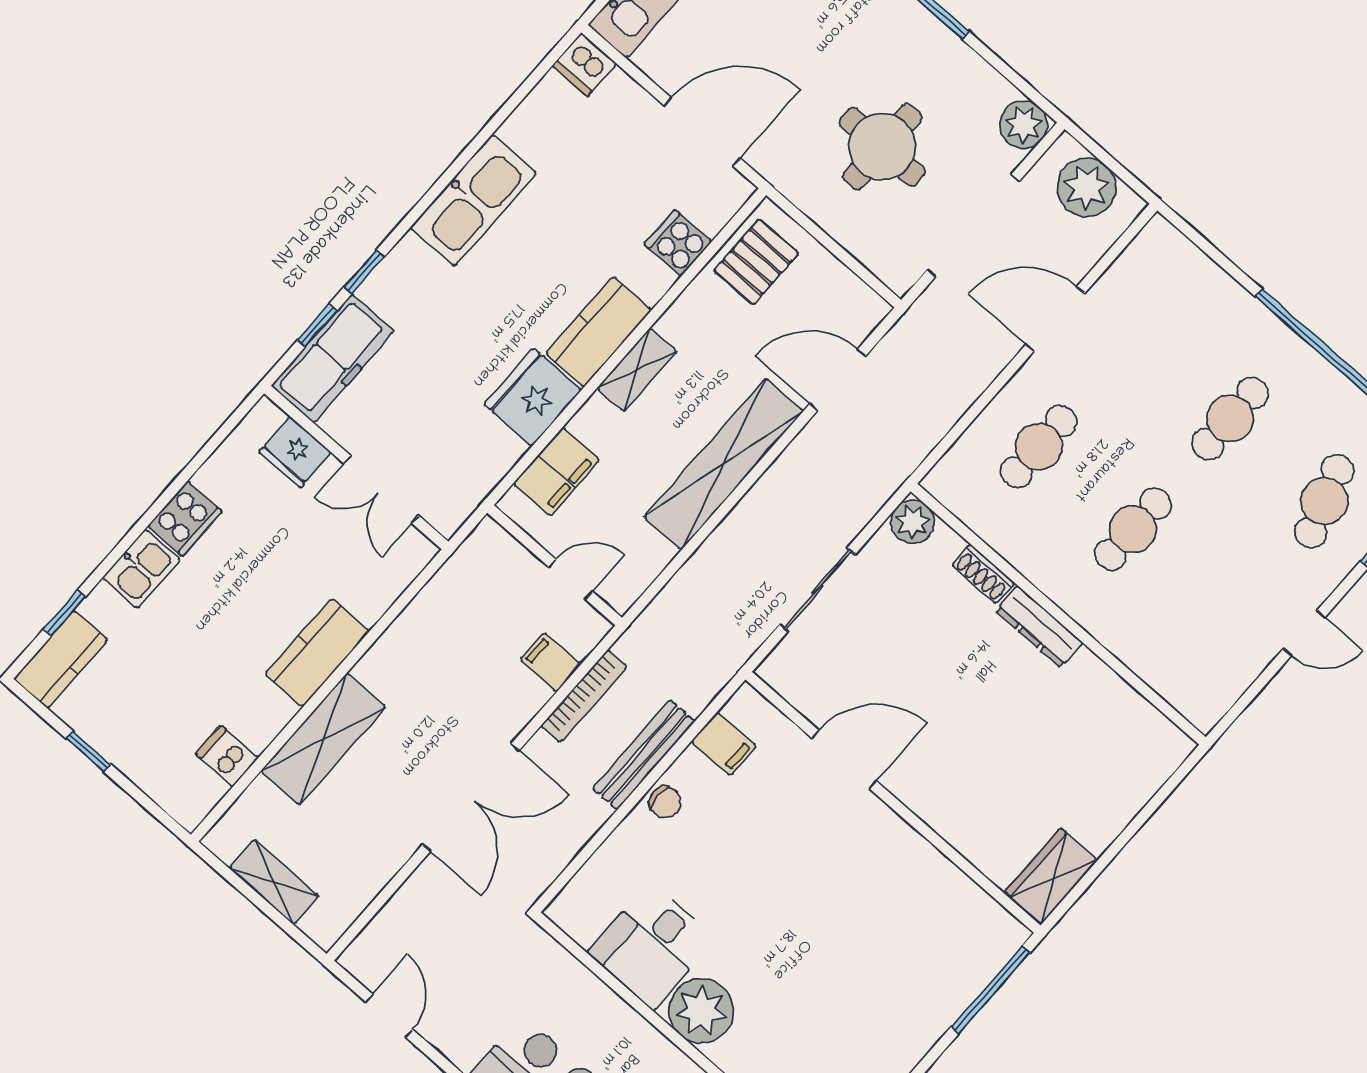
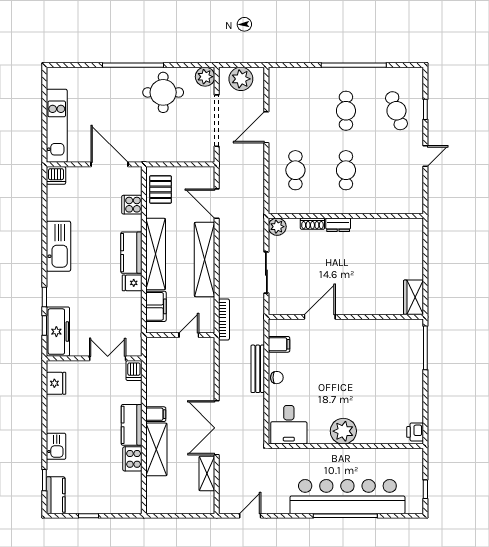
door: (702, 132) -> (110, 164), hinge flipped
round table: (882, 147) -> (163, 92), moved
shelving: (637, 370) -> (156, 254), width x2.20, depth x1.33
door: (838, 380) -> (217, 204), hinge flipped
fridge: (533, 397) -> (132, 283), width x0.53, depth x0.75
fridge: (295, 452) -> (56, 383), moved, turned -90
double door: (381, 490) -> (108, 358), swing flipped
cooker: (185, 519) -> (132, 459), moved, turned 180
dresser: (1039, 627) -> (338, 225), width x0.70
filing cabinet: (550, 662) -> (156, 414), moved, turned 180
bookcase: (584, 696) -> (224, 320), moved
dishwasher: (227, 756) -> (134, 370), moved, turned -90
double door: (471, 797) -> (217, 428), swing flipped
shelving: (274, 882) -> (207, 474), moved, turned 90
desk: (652, 946) -> (289, 425), moved
door: (389, 1016) -> (250, 516), hinge flipped

